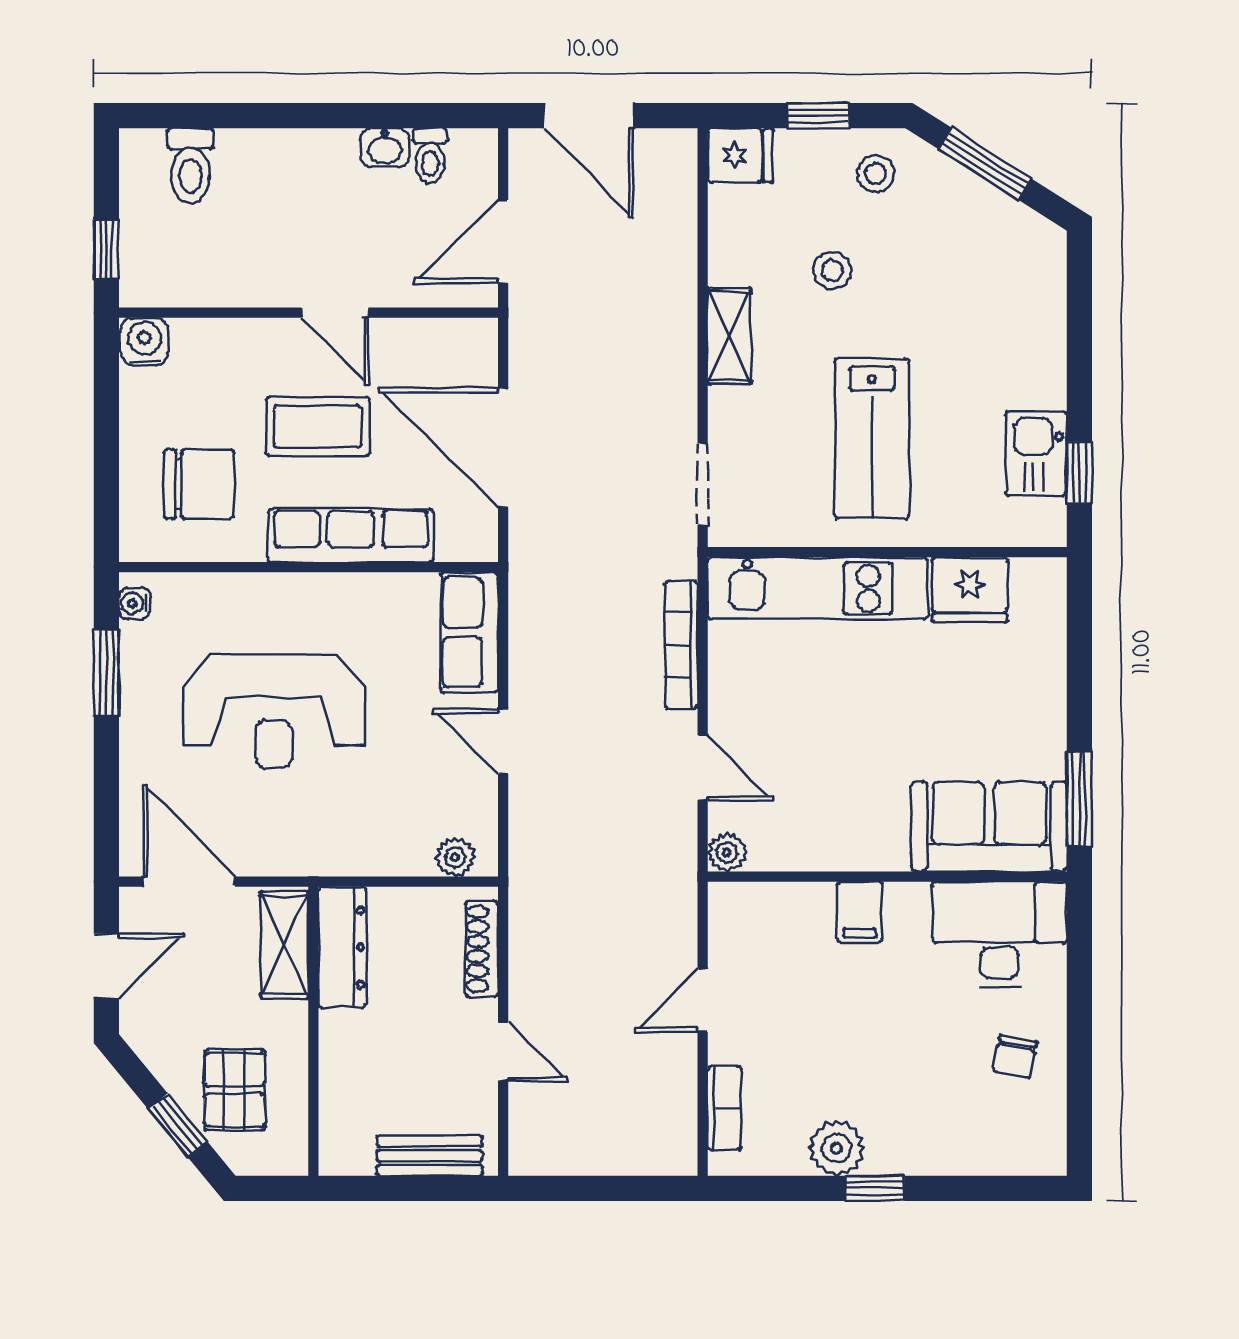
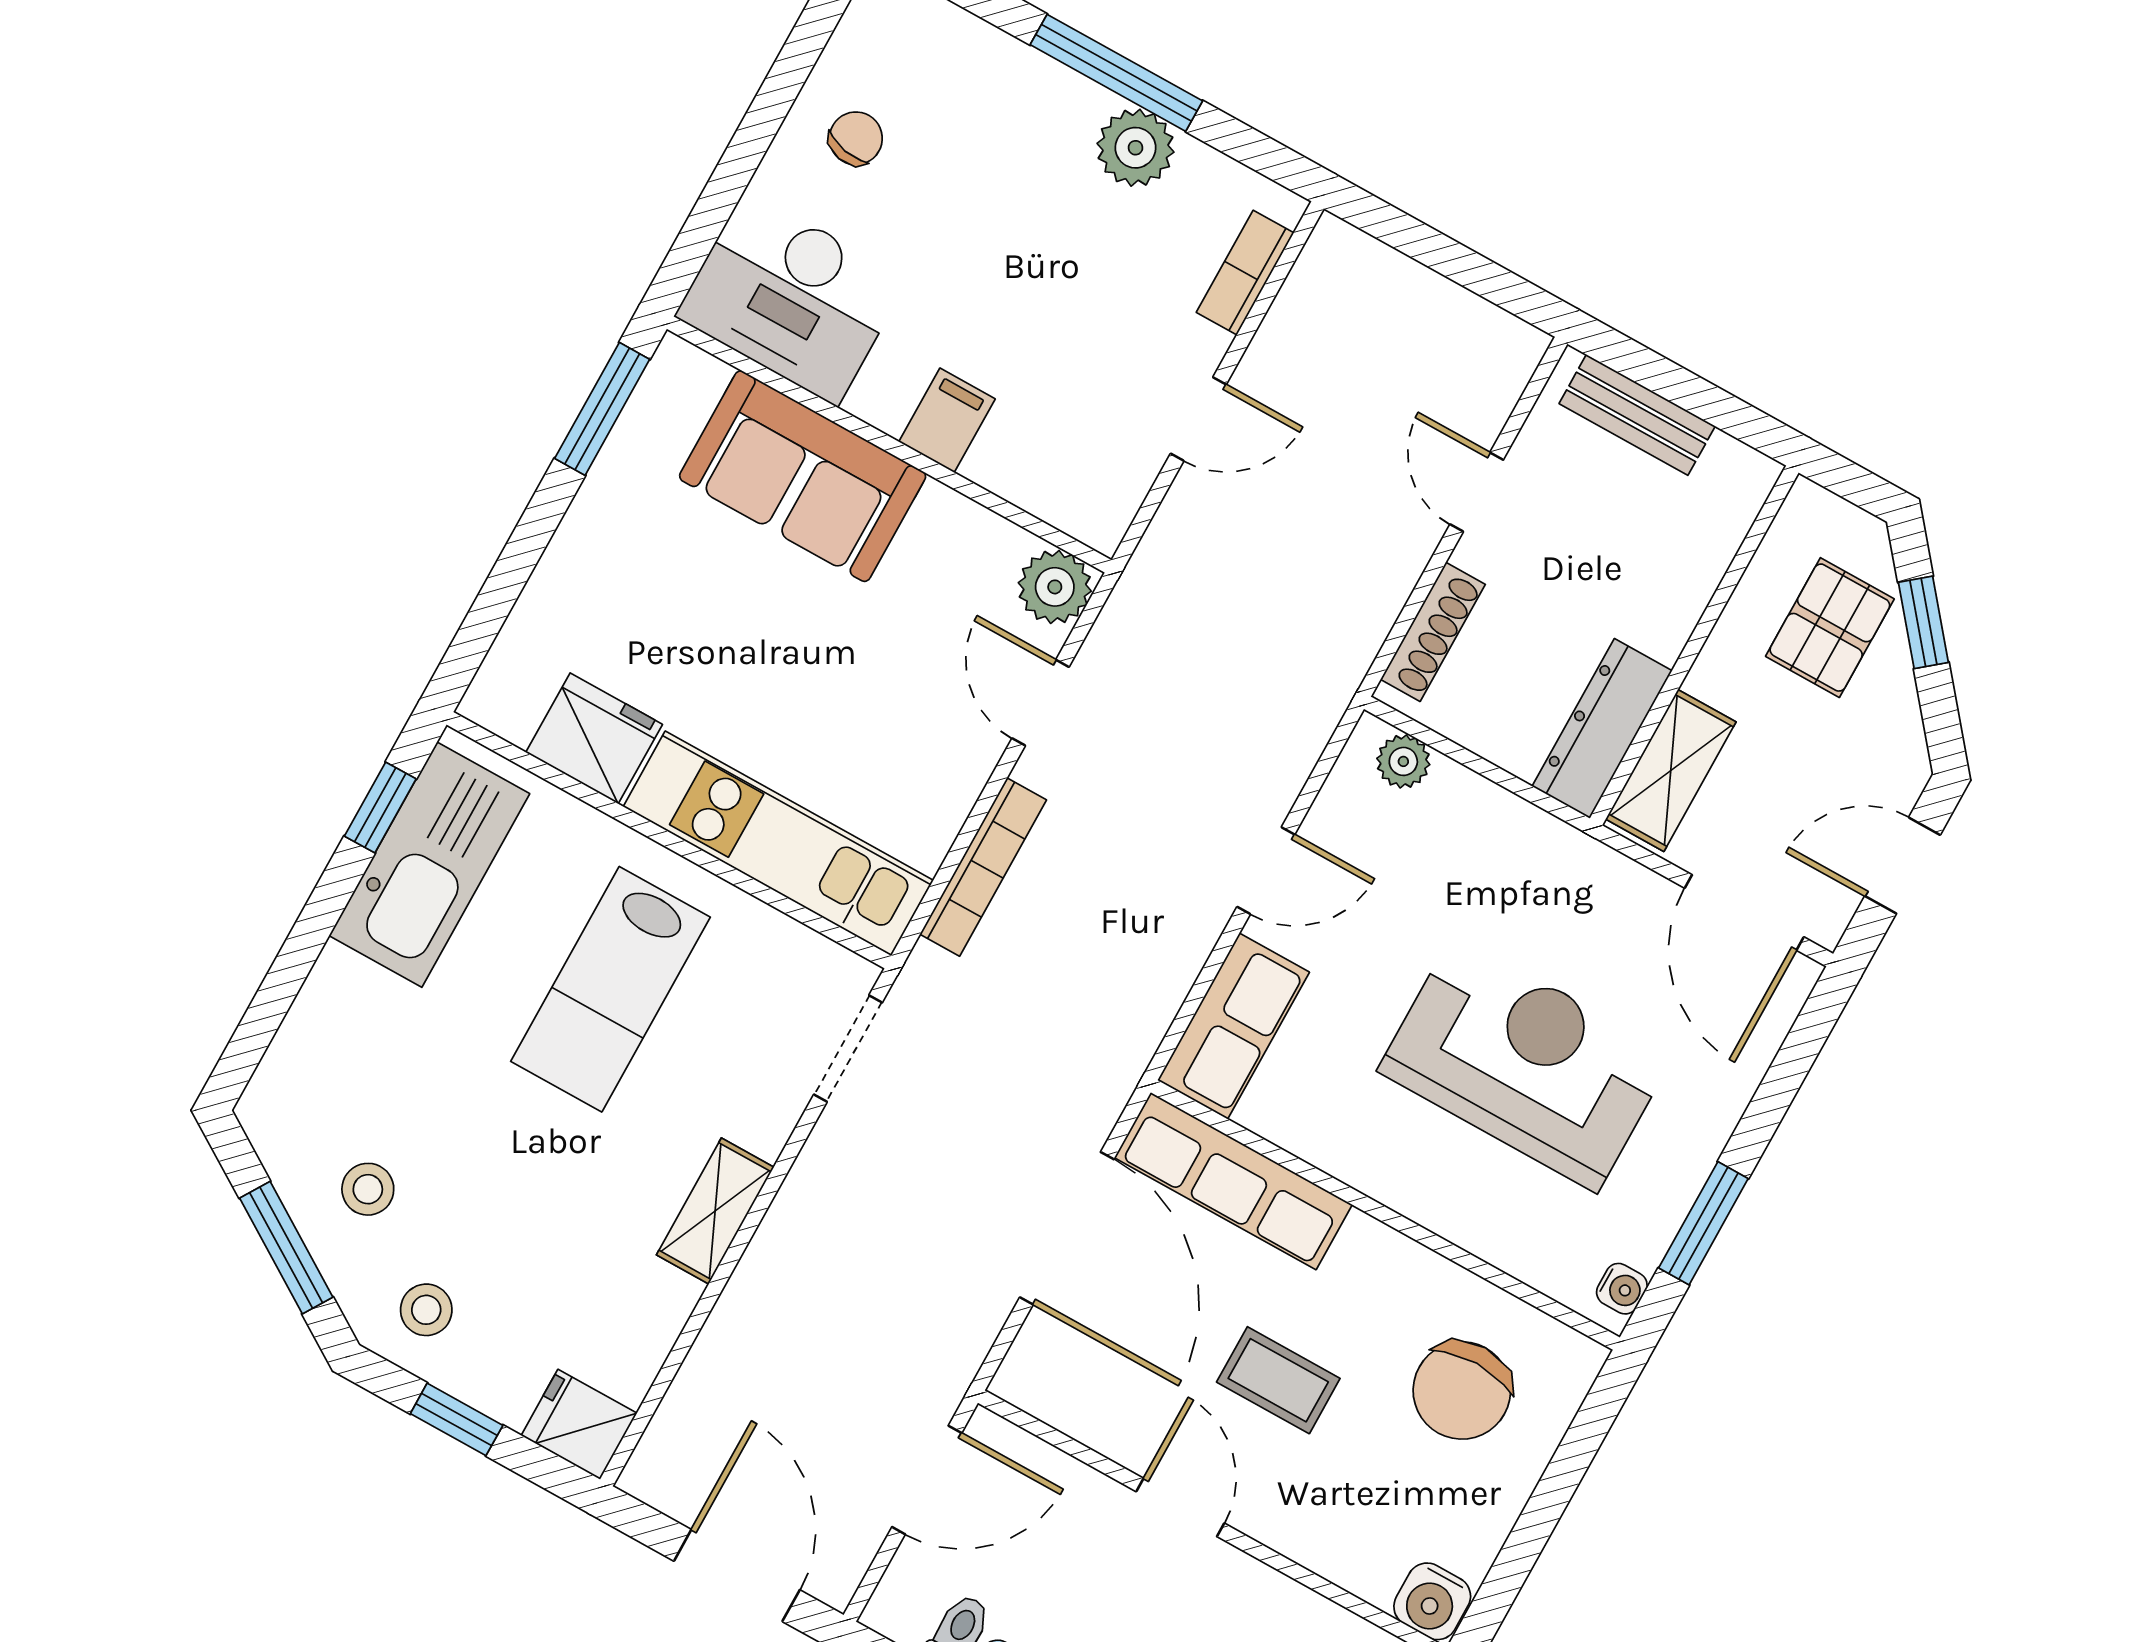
stool: (832, 270) -> (368, 1189), moved
coffee table: (318, 426) -> (1278, 1380), width x0.73, depth x0.77
lab bench: (872, 439) -> (611, 989), turned 180
kitchen sink: (1036, 453) -> (429, 865), width x1.87, depth x1.24
chair: (199, 484) -> (1462, 1390), turned -90
row of seats: (351, 535) -> (1233, 1181), moved
door: (503, 741) -> (1266, 871), hinge flipped
sofa: (989, 827) -> (803, 476), moved
plant: (727, 852) -> (1055, 587), width x1.38, depth x1.38
window: (875, 1188) -> (1116, 73), width x2.17

